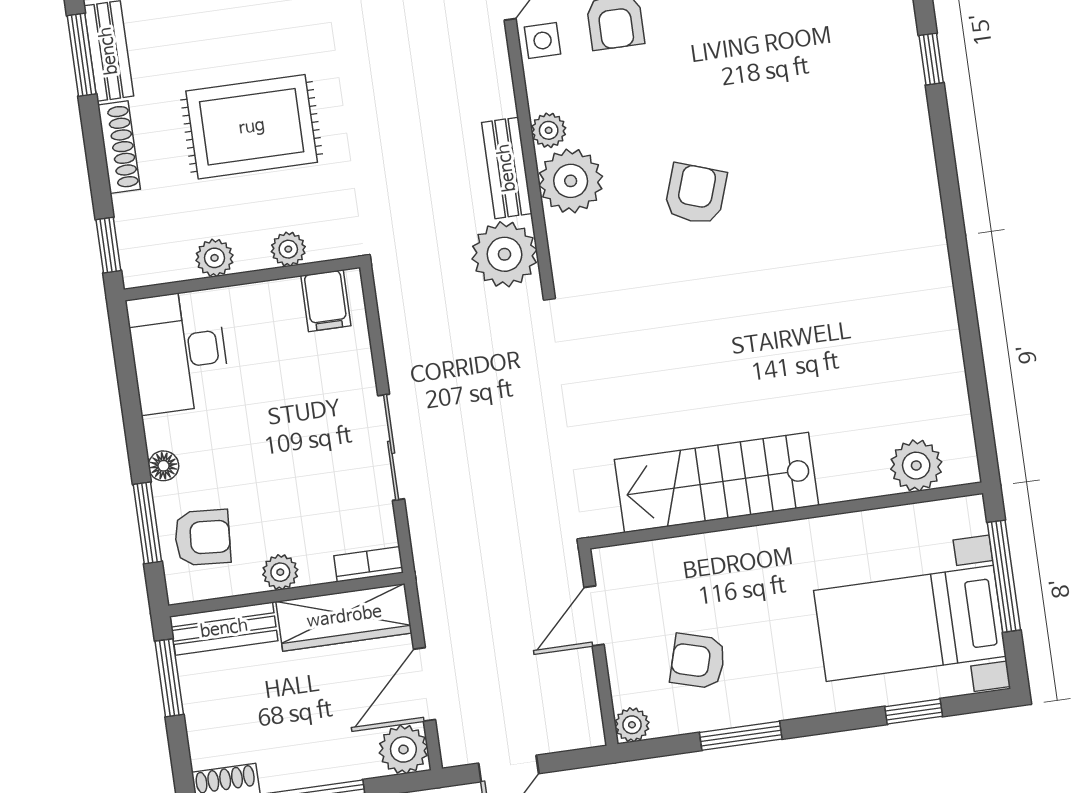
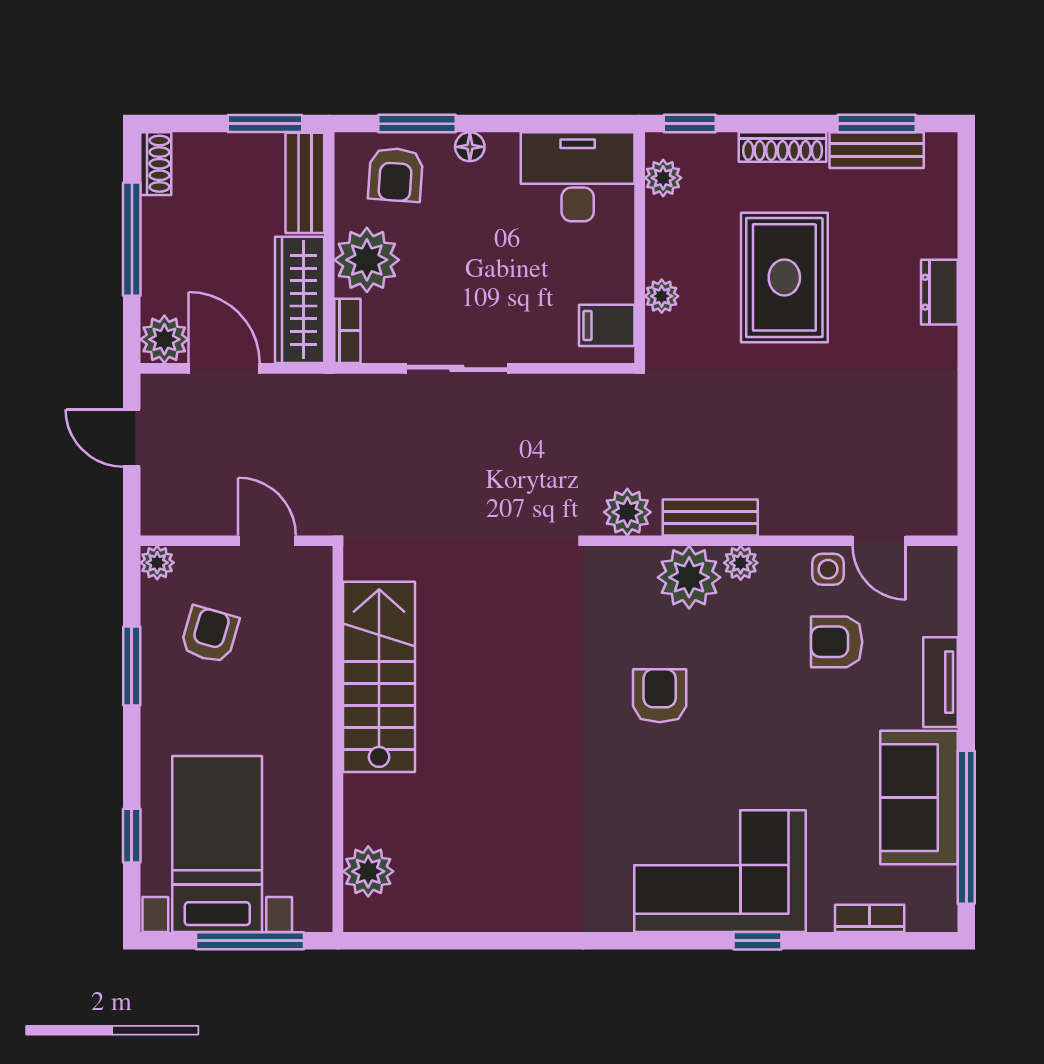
corner sofa: (866, 107) -> (720, 871), added
armchair: (696, 194) -> (660, 696), turned -109
plant: (504, 254) -> (627, 512), width x0.73, depth x0.73
plant: (215, 258) -> (663, 178), moved
plant: (280, 572) -> (367, 260), width x1.87, depth x1.87

